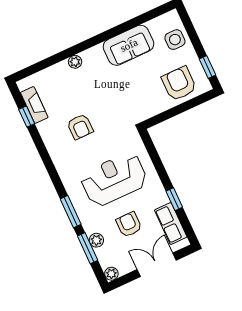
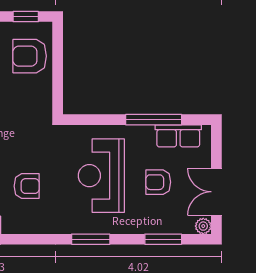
window: (174, 199) -> (154, 120), width x2.17
window: (71, 212) -> (91, 239), moved
plant: (96, 240) -> (159, 226), removed
double door: (157, 265) -> (216, 192), moved

